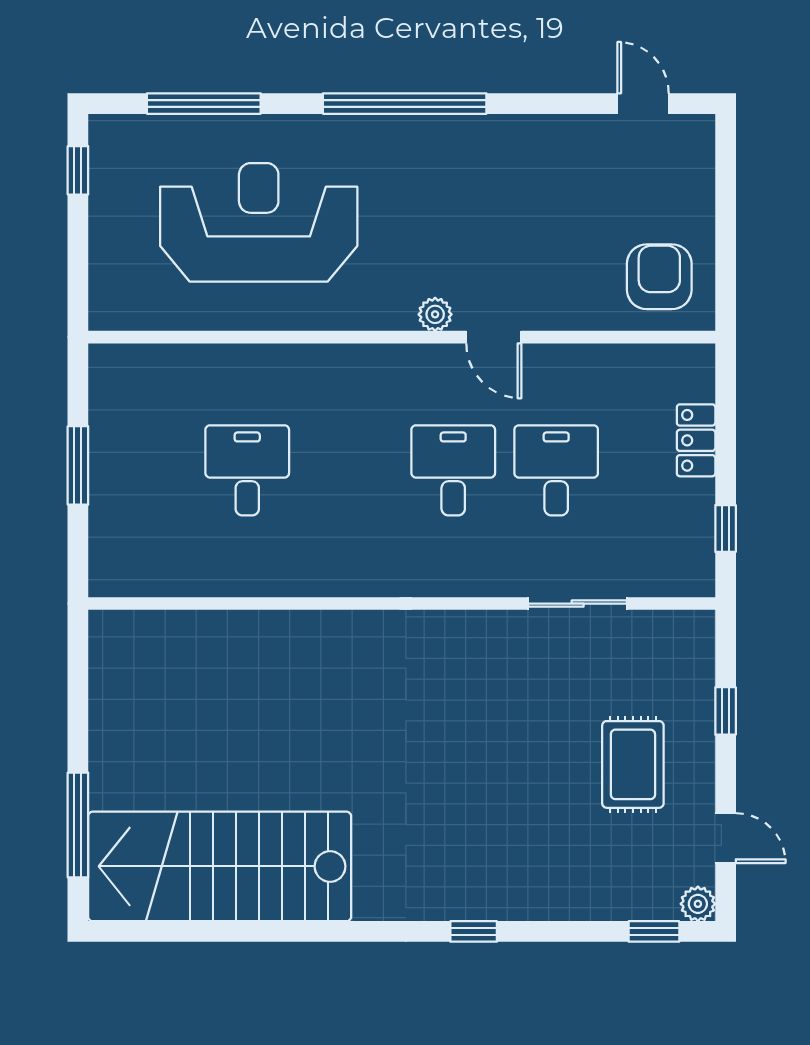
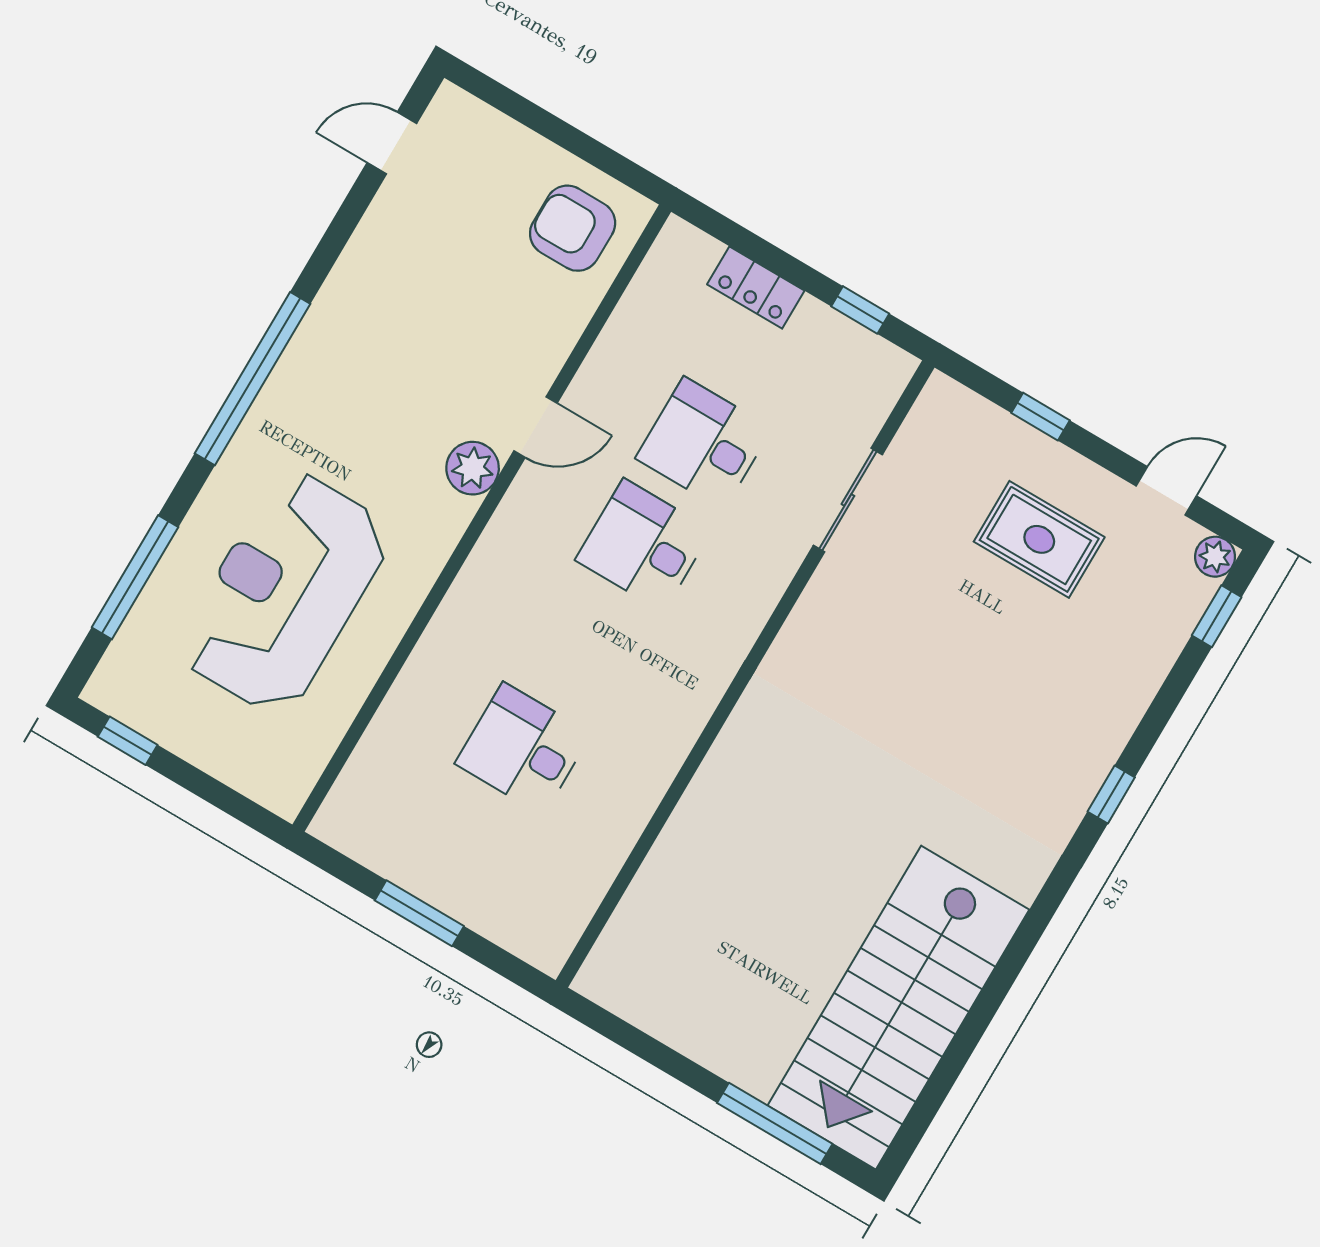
plant: (435, 314) -> (473, 468), width x1.38, depth x1.38

